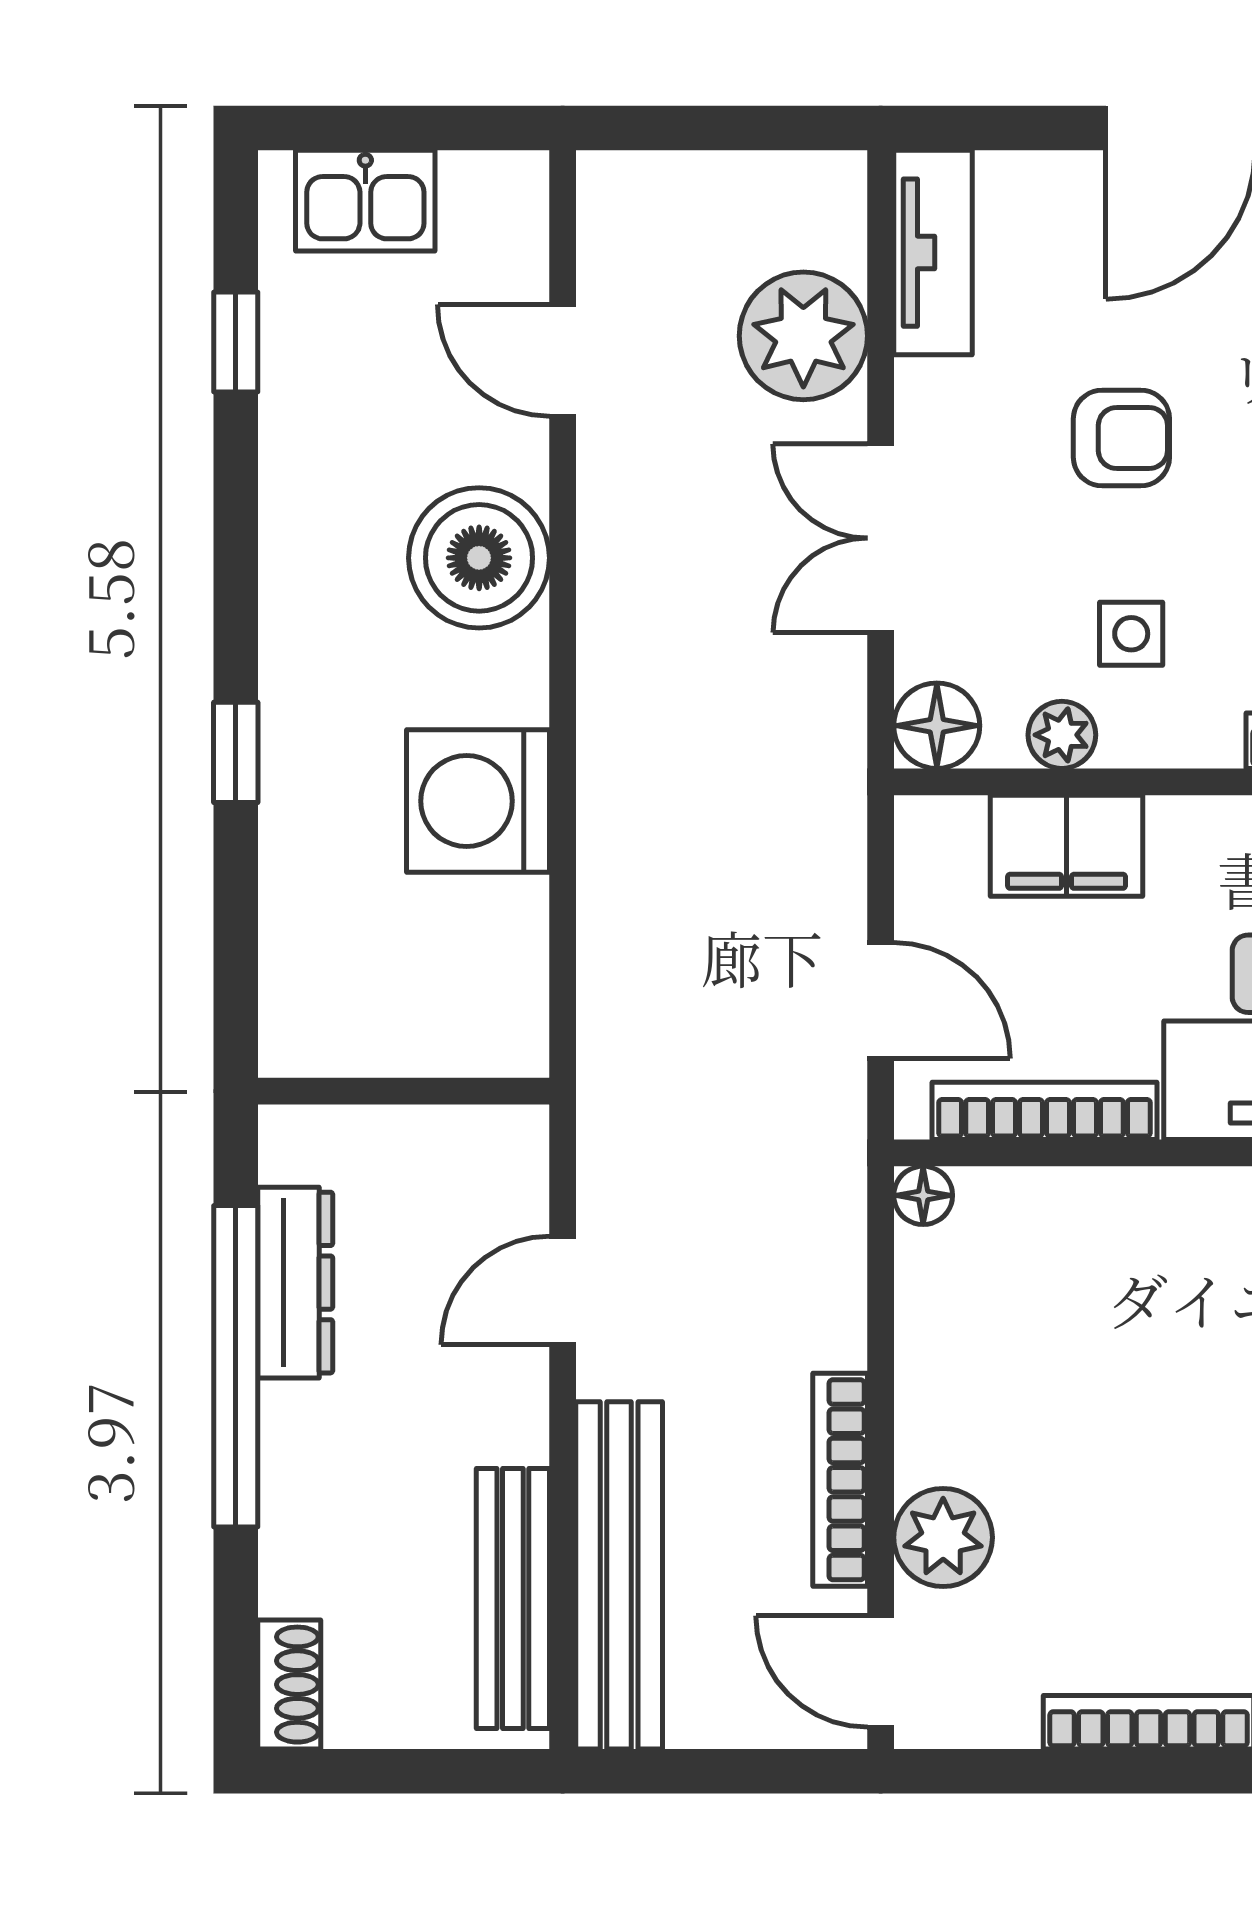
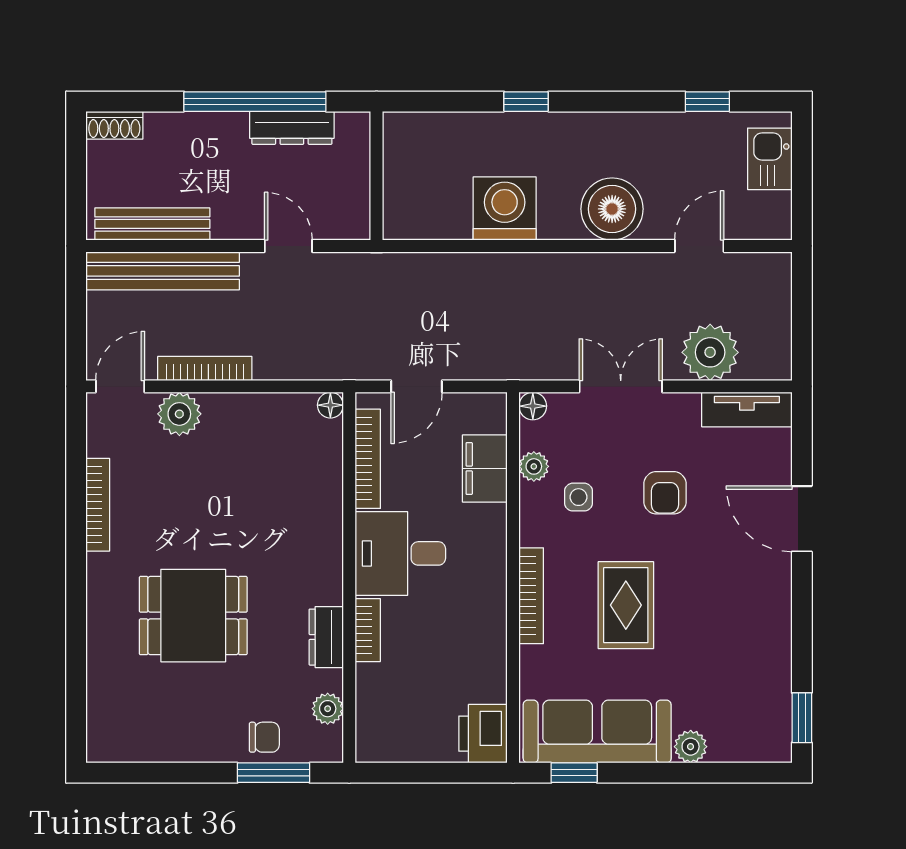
floor lamp: (937, 726) -> (533, 406), width x0.73, depth x0.73

